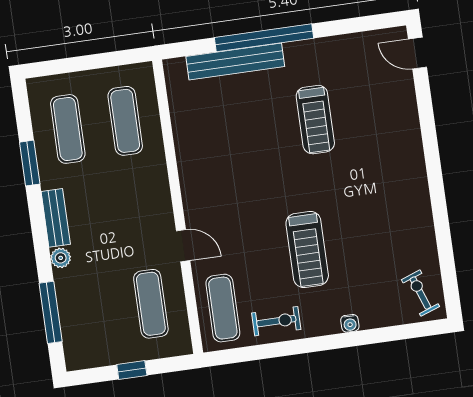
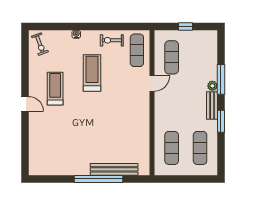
door: (418, 53) -> (25, 104), moved
treadmill: (315, 120) -> (55, 89), moved
window: (30, 163) -> (221, 121), moved
door: (183, 246) -> (152, 83), swing flipped
window: (51, 312) -> (221, 79), moved

